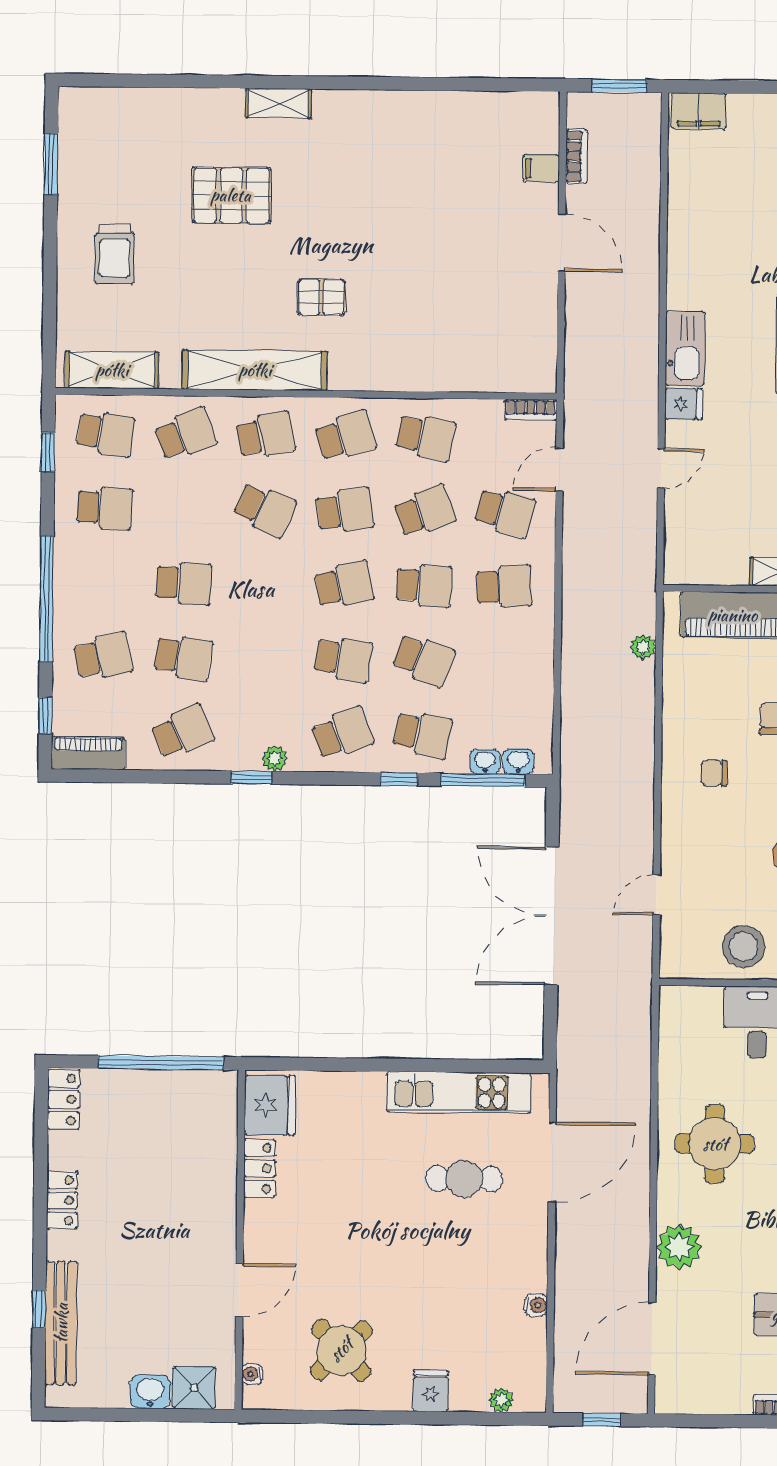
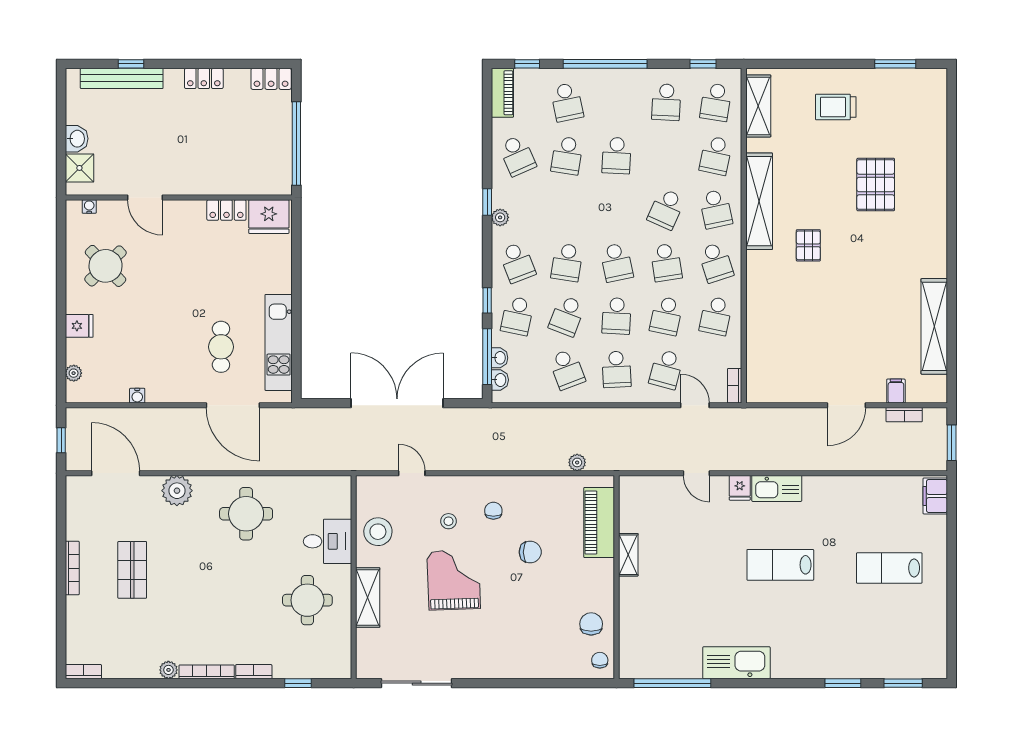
shelving: (278, 103) -> (934, 326), moved, width x2.20, depth x1.33
school desk: (185, 434) -> (716, 156), turned 33
school desk: (425, 511) -> (666, 316), turned 33
school desk: (503, 661) -> (567, 369), added
stool: (729, 841) -> (449, 521), added

